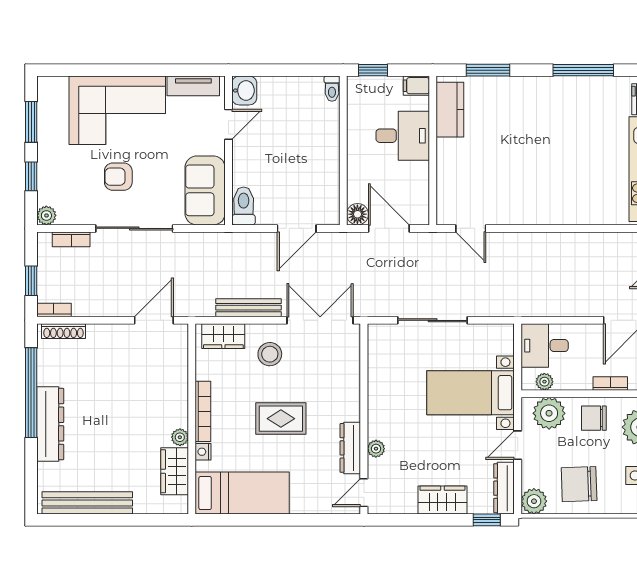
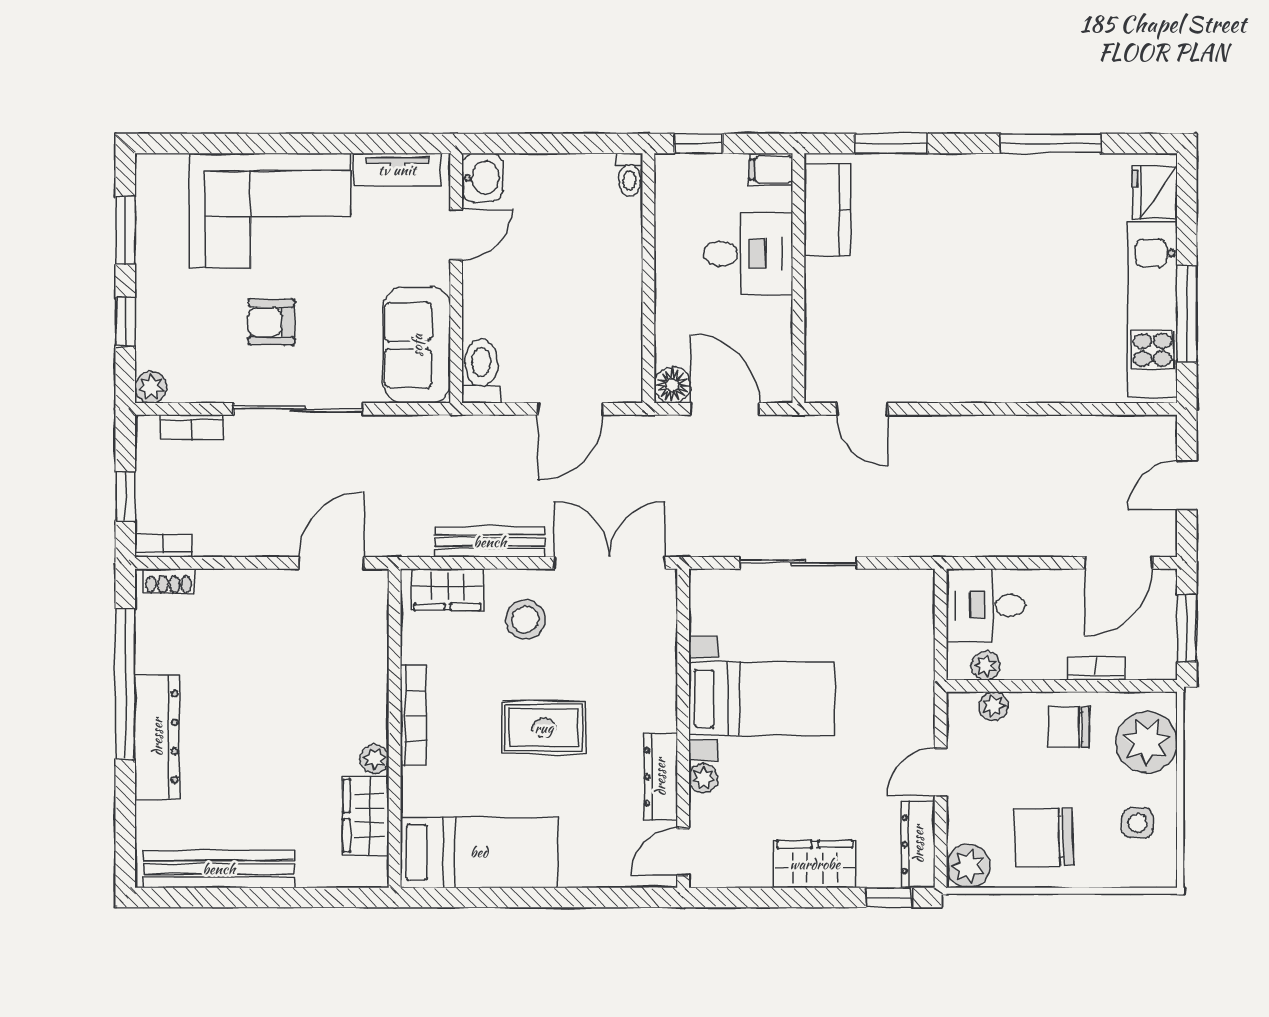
shoe rack: (64, 331) -> (169, 581), width x0.70
bed with nightstands: (471, 393) -> (762, 699), moved, turned 180
plant: (549, 413) -> (993, 706), width x0.53, depth x0.53
nightstand: (203, 452) -> (413, 783), removed

